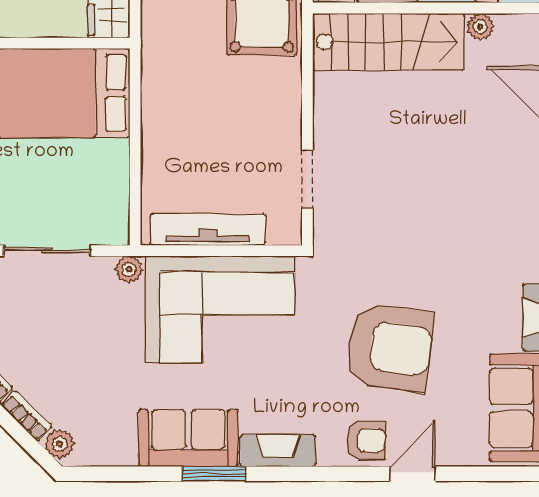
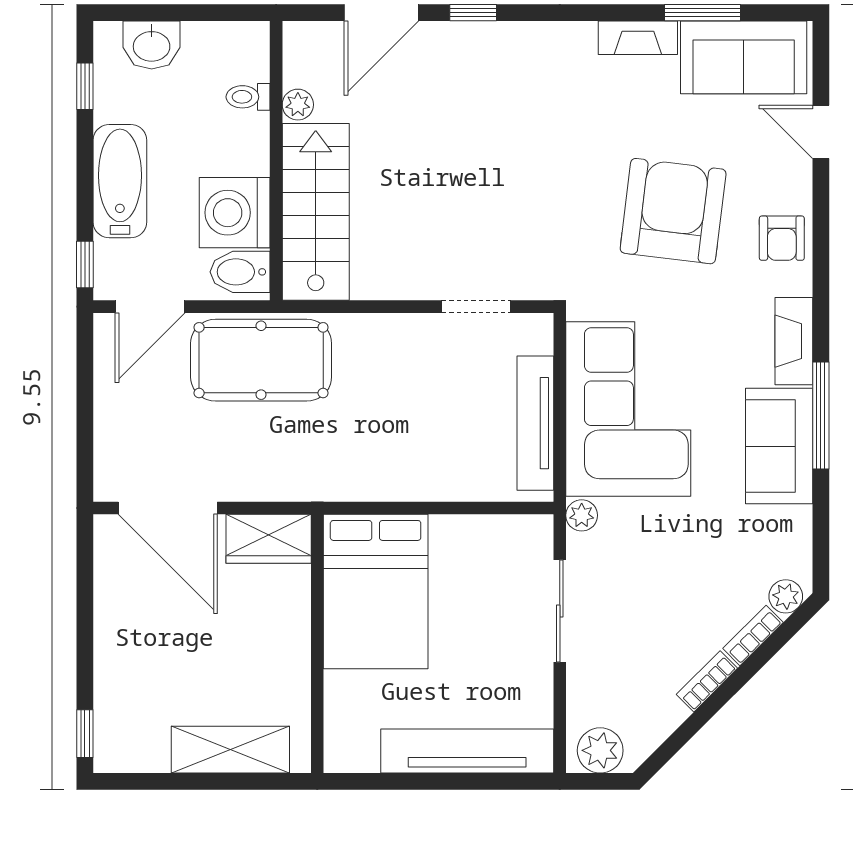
armchair: (366, 440) -> (782, 238), turned 180
window: (214, 474) -> (821, 415), width x1.44
door: (412, 474) -> (821, 132), moved

